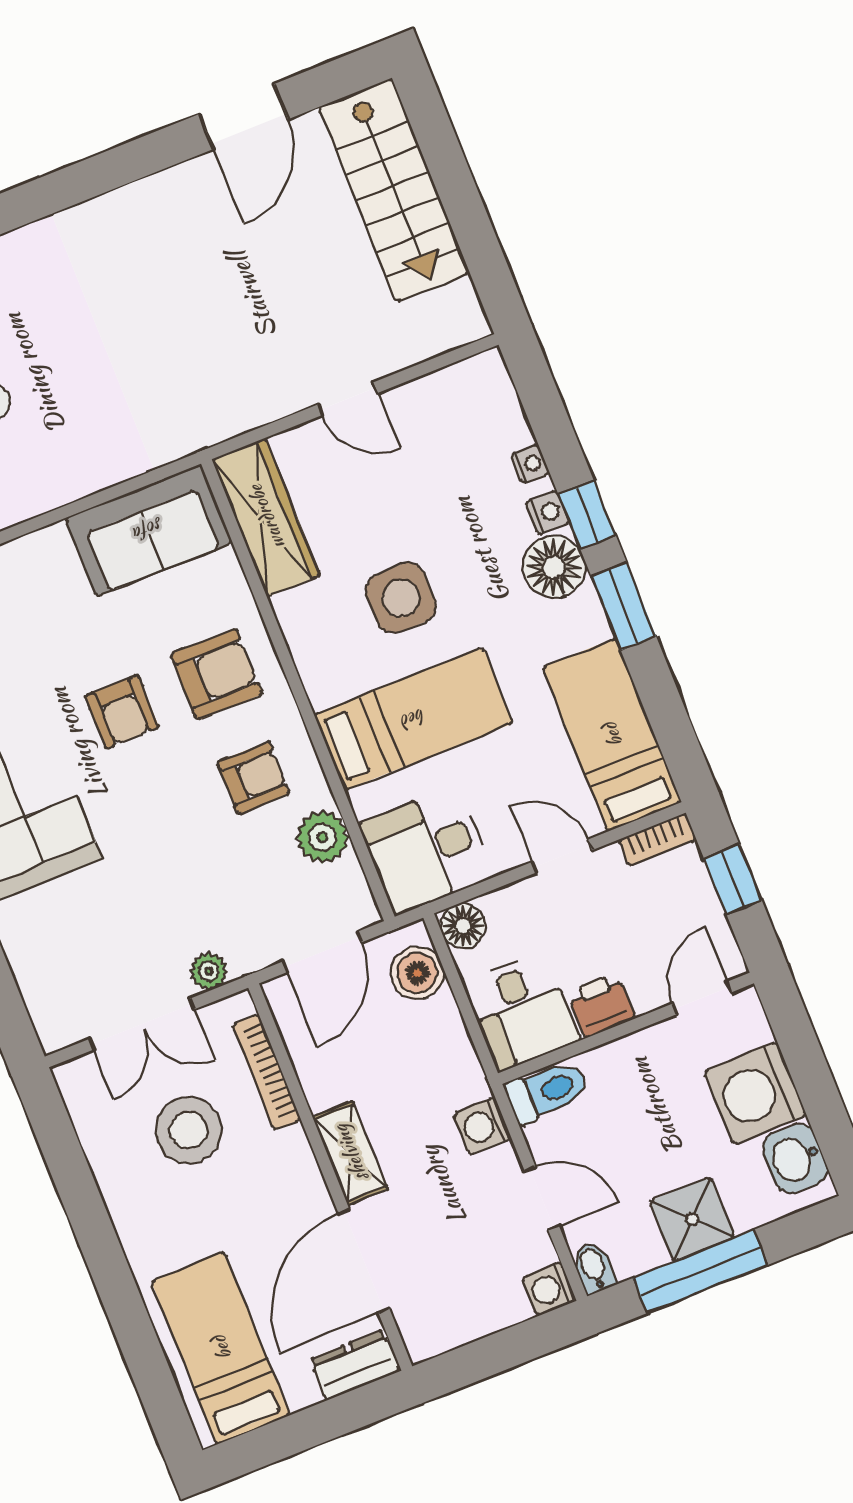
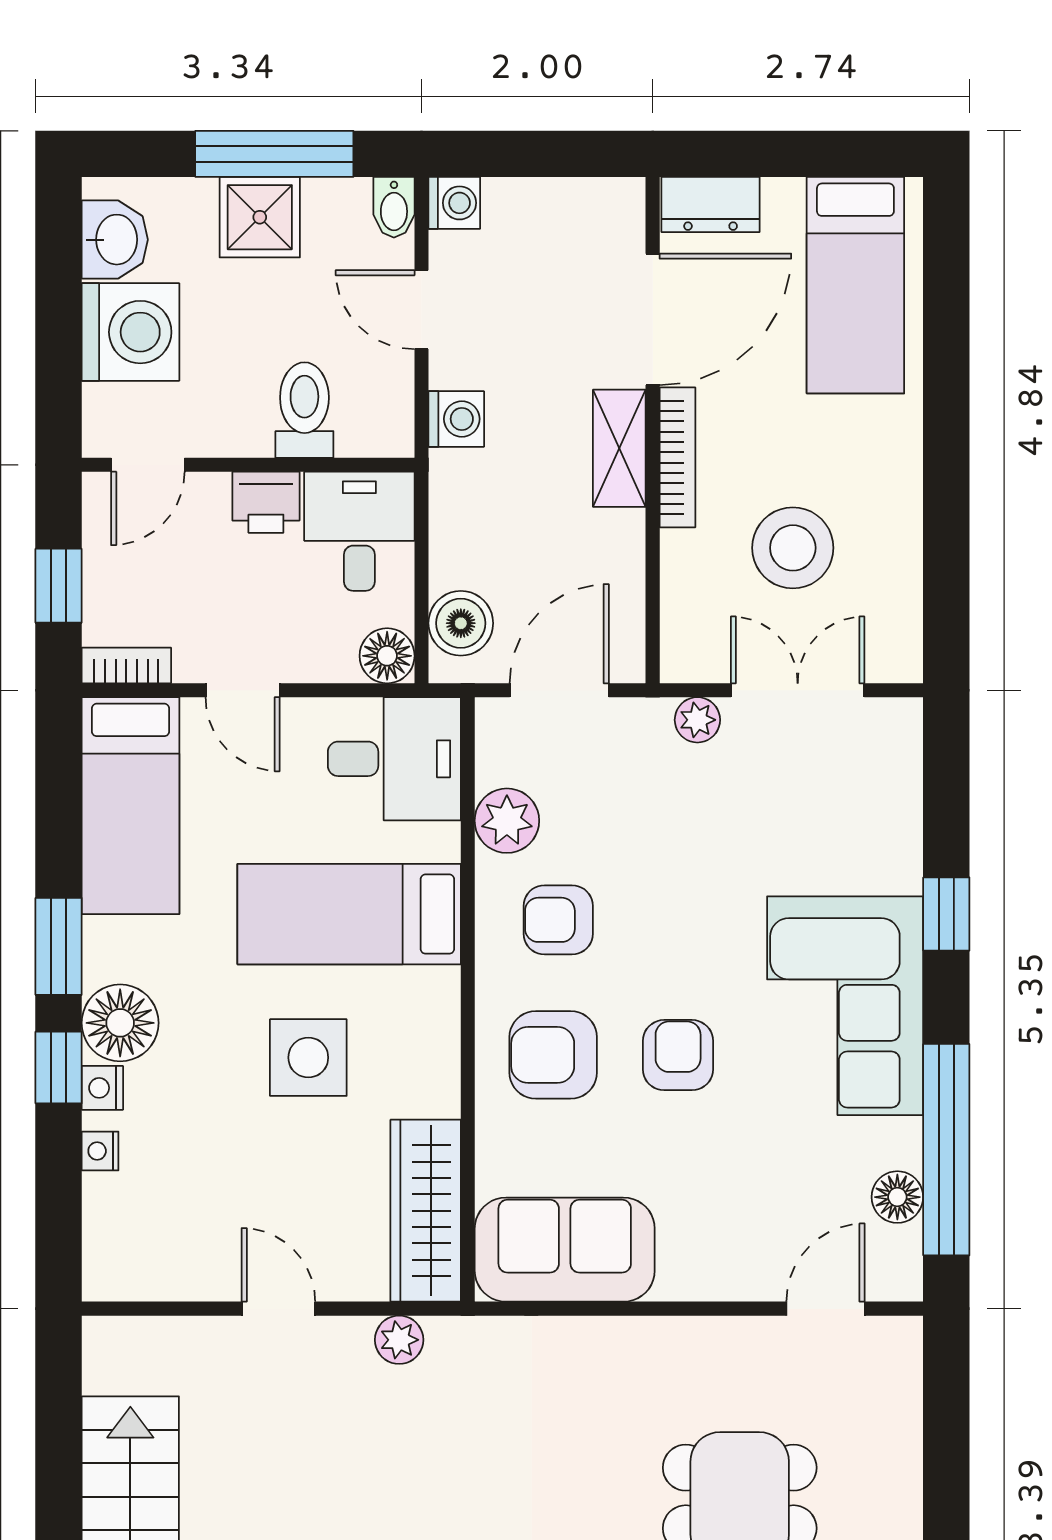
plant: (247, 412) -> (399, 1340), added
bookcase: (266, 1072) -> (678, 457), moved
toilet: (547, 1091) -> (304, 410), moved, turned 90

